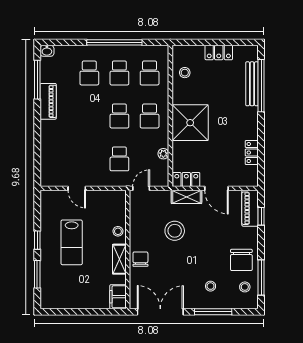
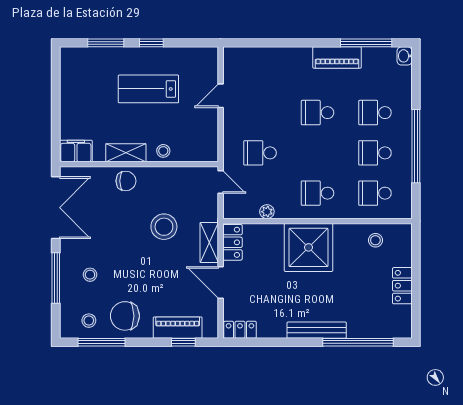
bench: (252, 84) -> (317, 330), moved
school desk: (119, 116) -> (317, 113), moved
locker: (252, 153) -> (240, 330), moved
door: (216, 188) -> (221, 283), hinge flipped
piano: (250, 208) -> (178, 328), moved

